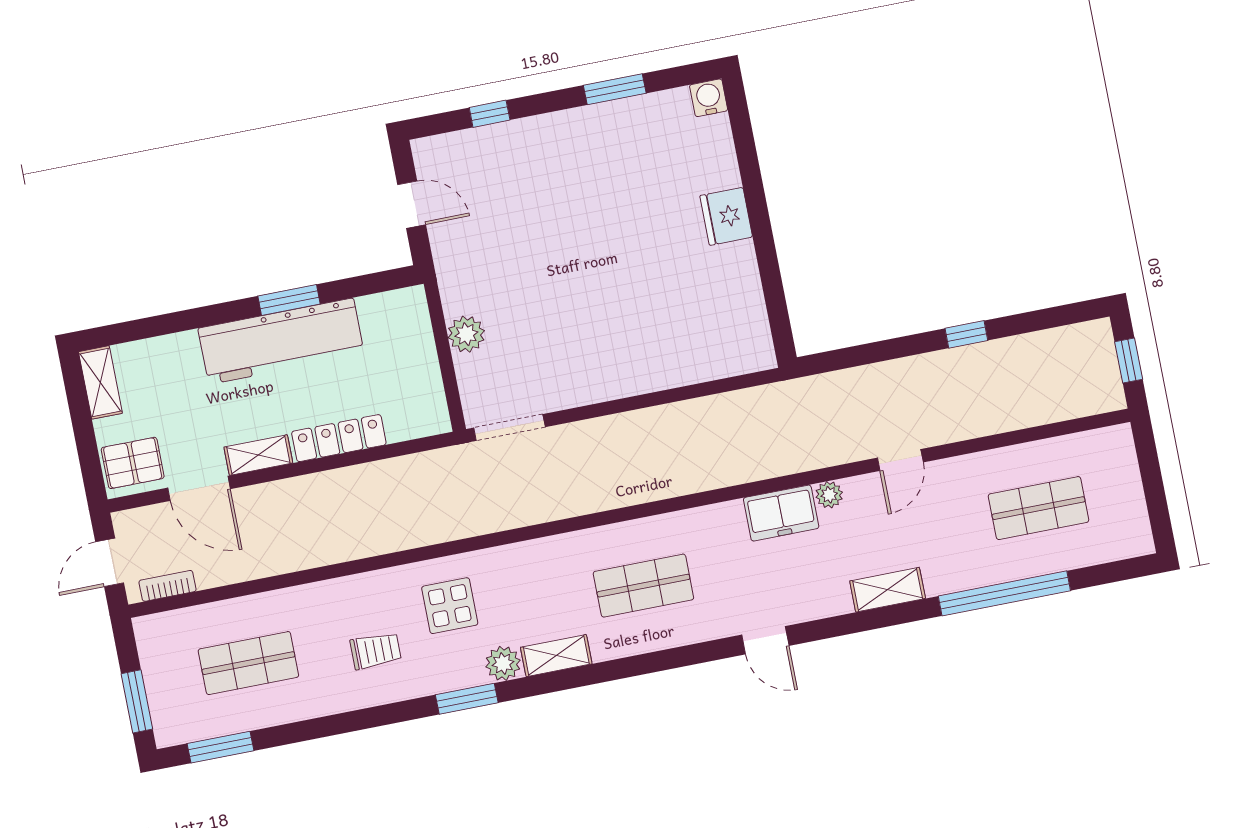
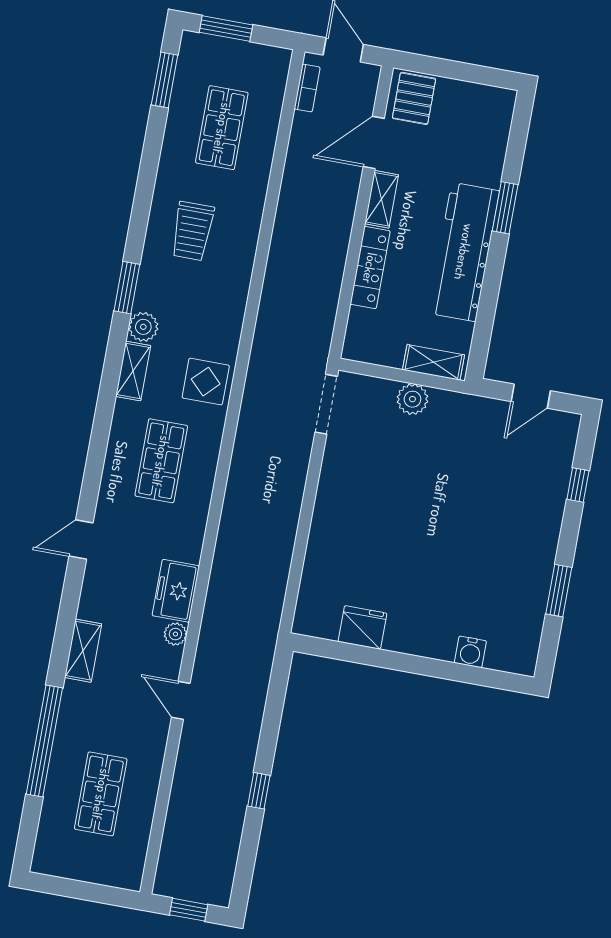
water cooler: (709, 98) -> (470, 652), moved, turned 90
fridge: (726, 216) -> (362, 627), moved
window: (289, 300) -> (505, 208), moved
shelving: (100, 382) -> (434, 362), moved
display table: (450, 606) -> (206, 382), moved
trolley: (376, 651) -> (192, 231), width x1.36, depth x1.39

